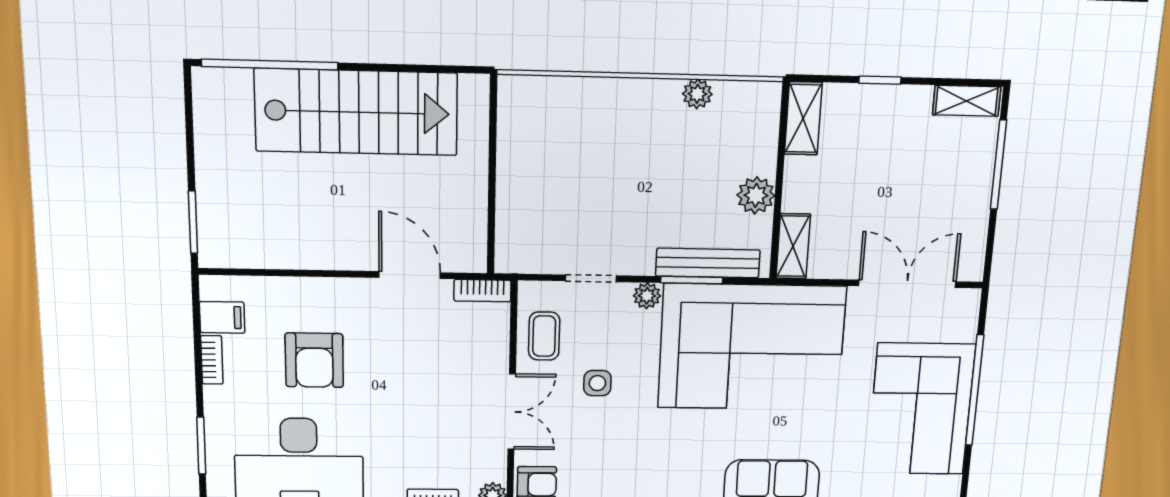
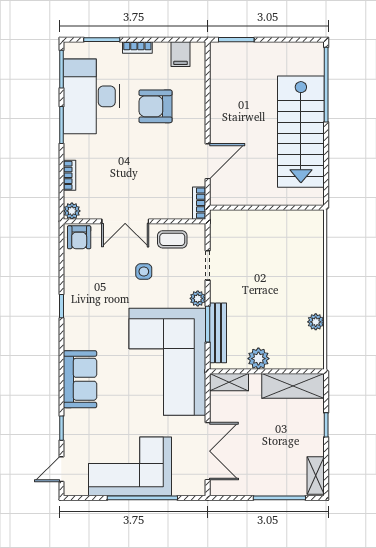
shelving: (803, 118) -> (293, 386), width x1.50, depth x1.33
bookcase: (212, 360) -> (137, 48), moved

